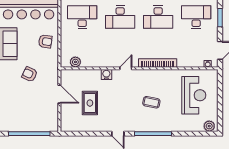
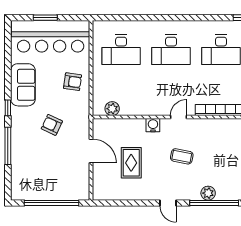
desk: (82, 17) -> (121, 50), turned 180
coffee table: (151, 102) -> (182, 156), moved
plant: (148, 126) -> (208, 193), added

